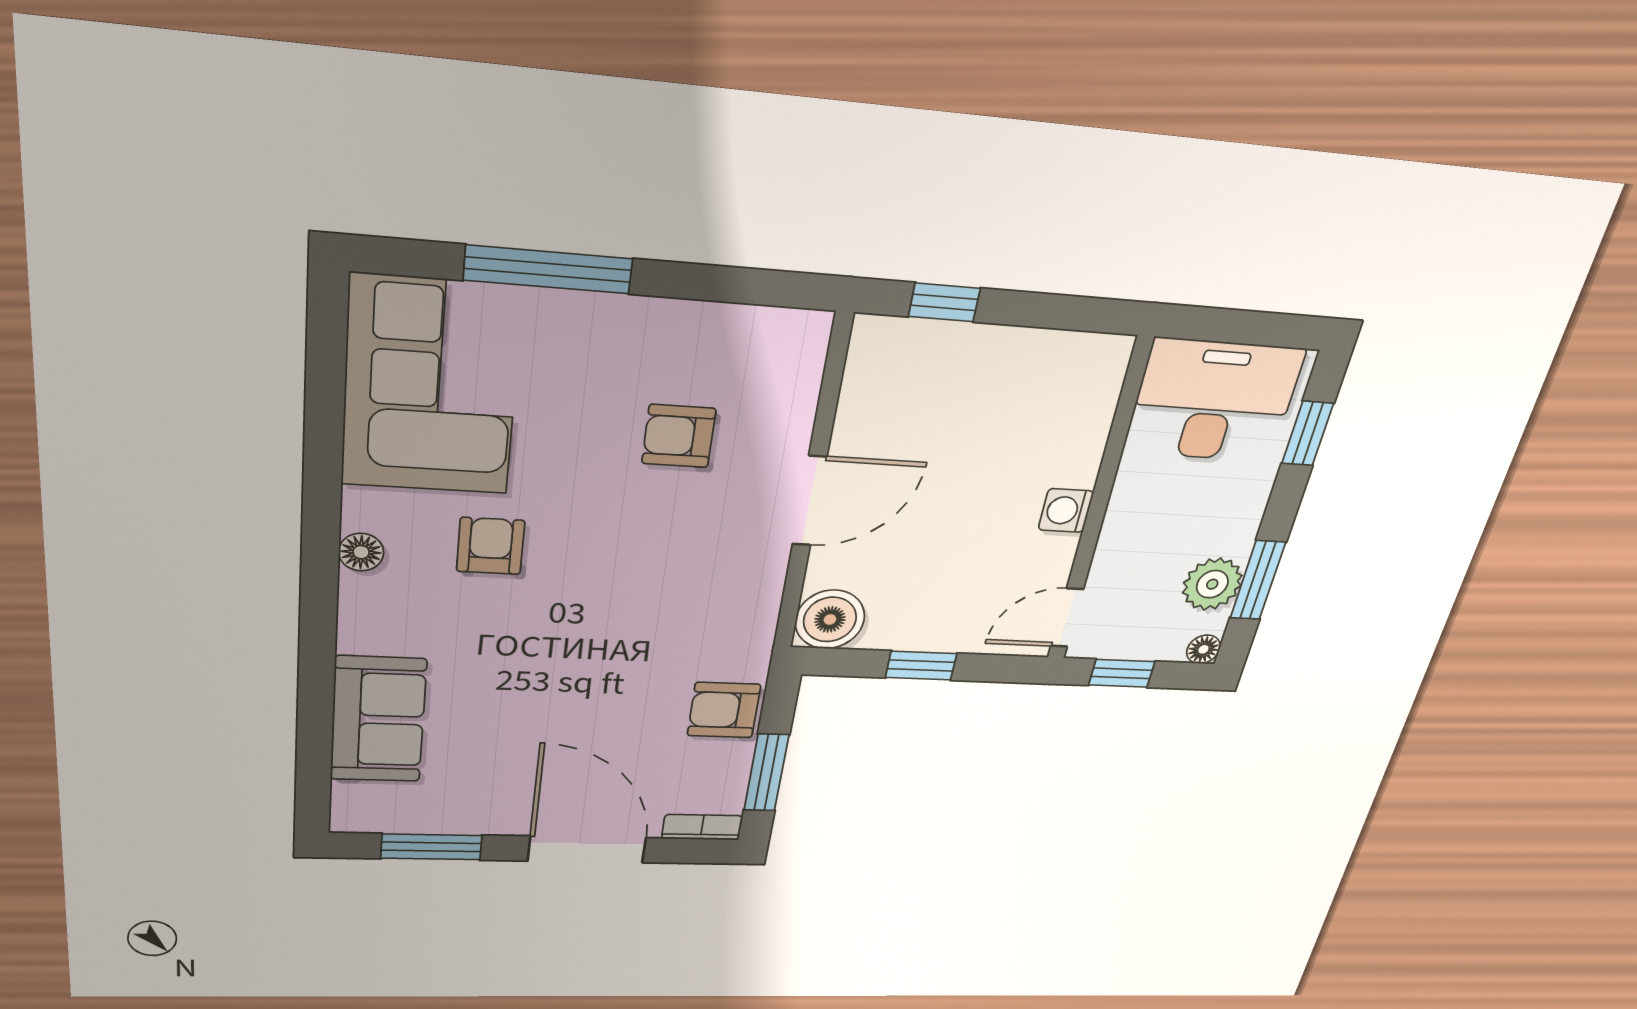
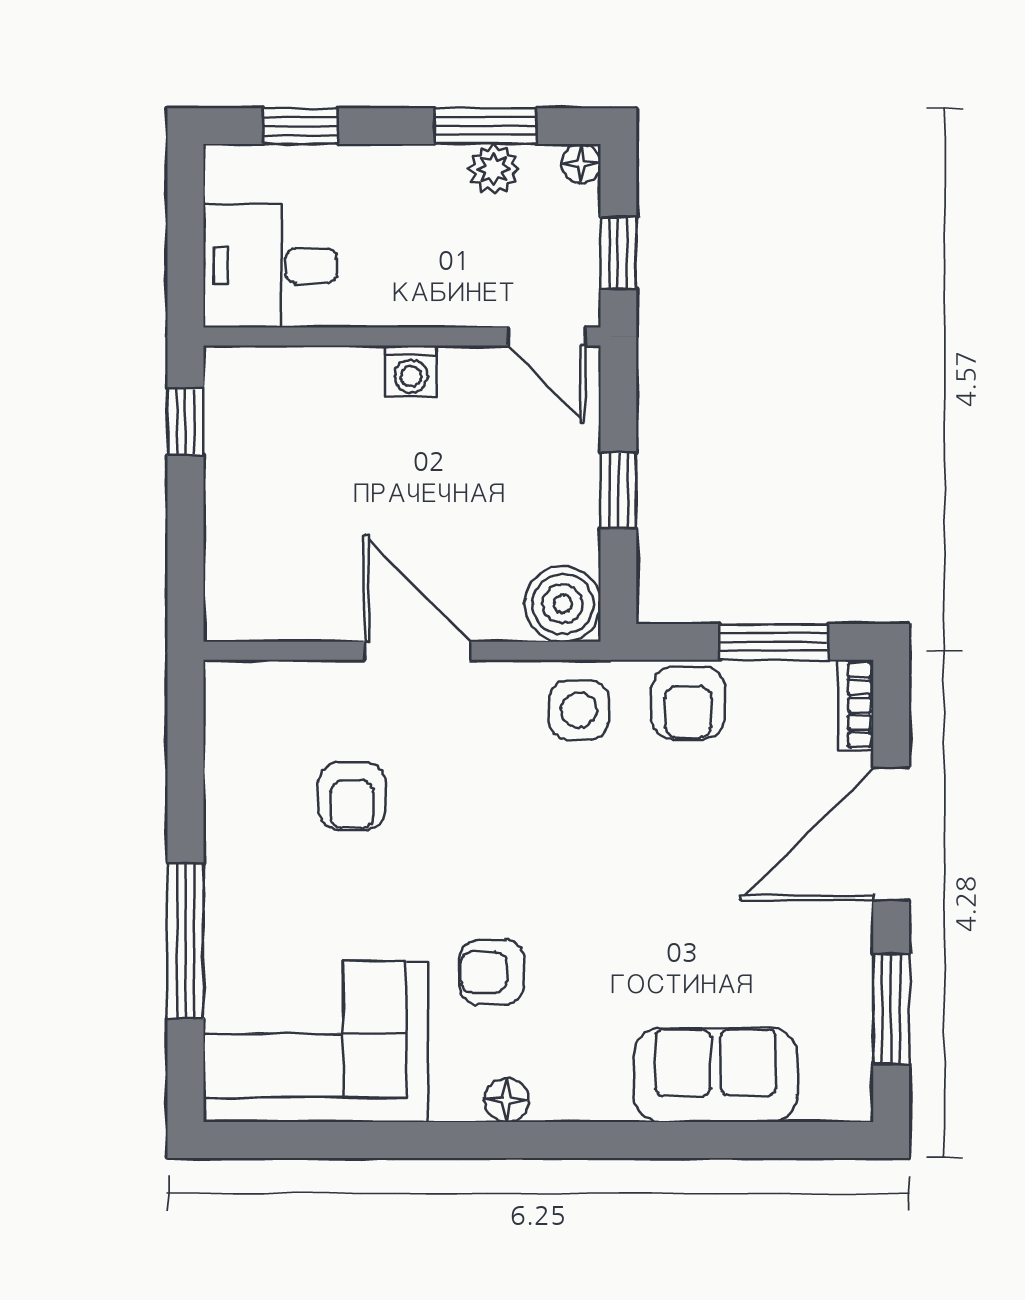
window: (944, 302) -> (186, 422), moved
desk: (1214, 401) -> (270, 266), width x0.73
plant: (1212, 584) -> (494, 169), width x0.73, depth x0.73
side table: (732, 628) -> (579, 710), added

